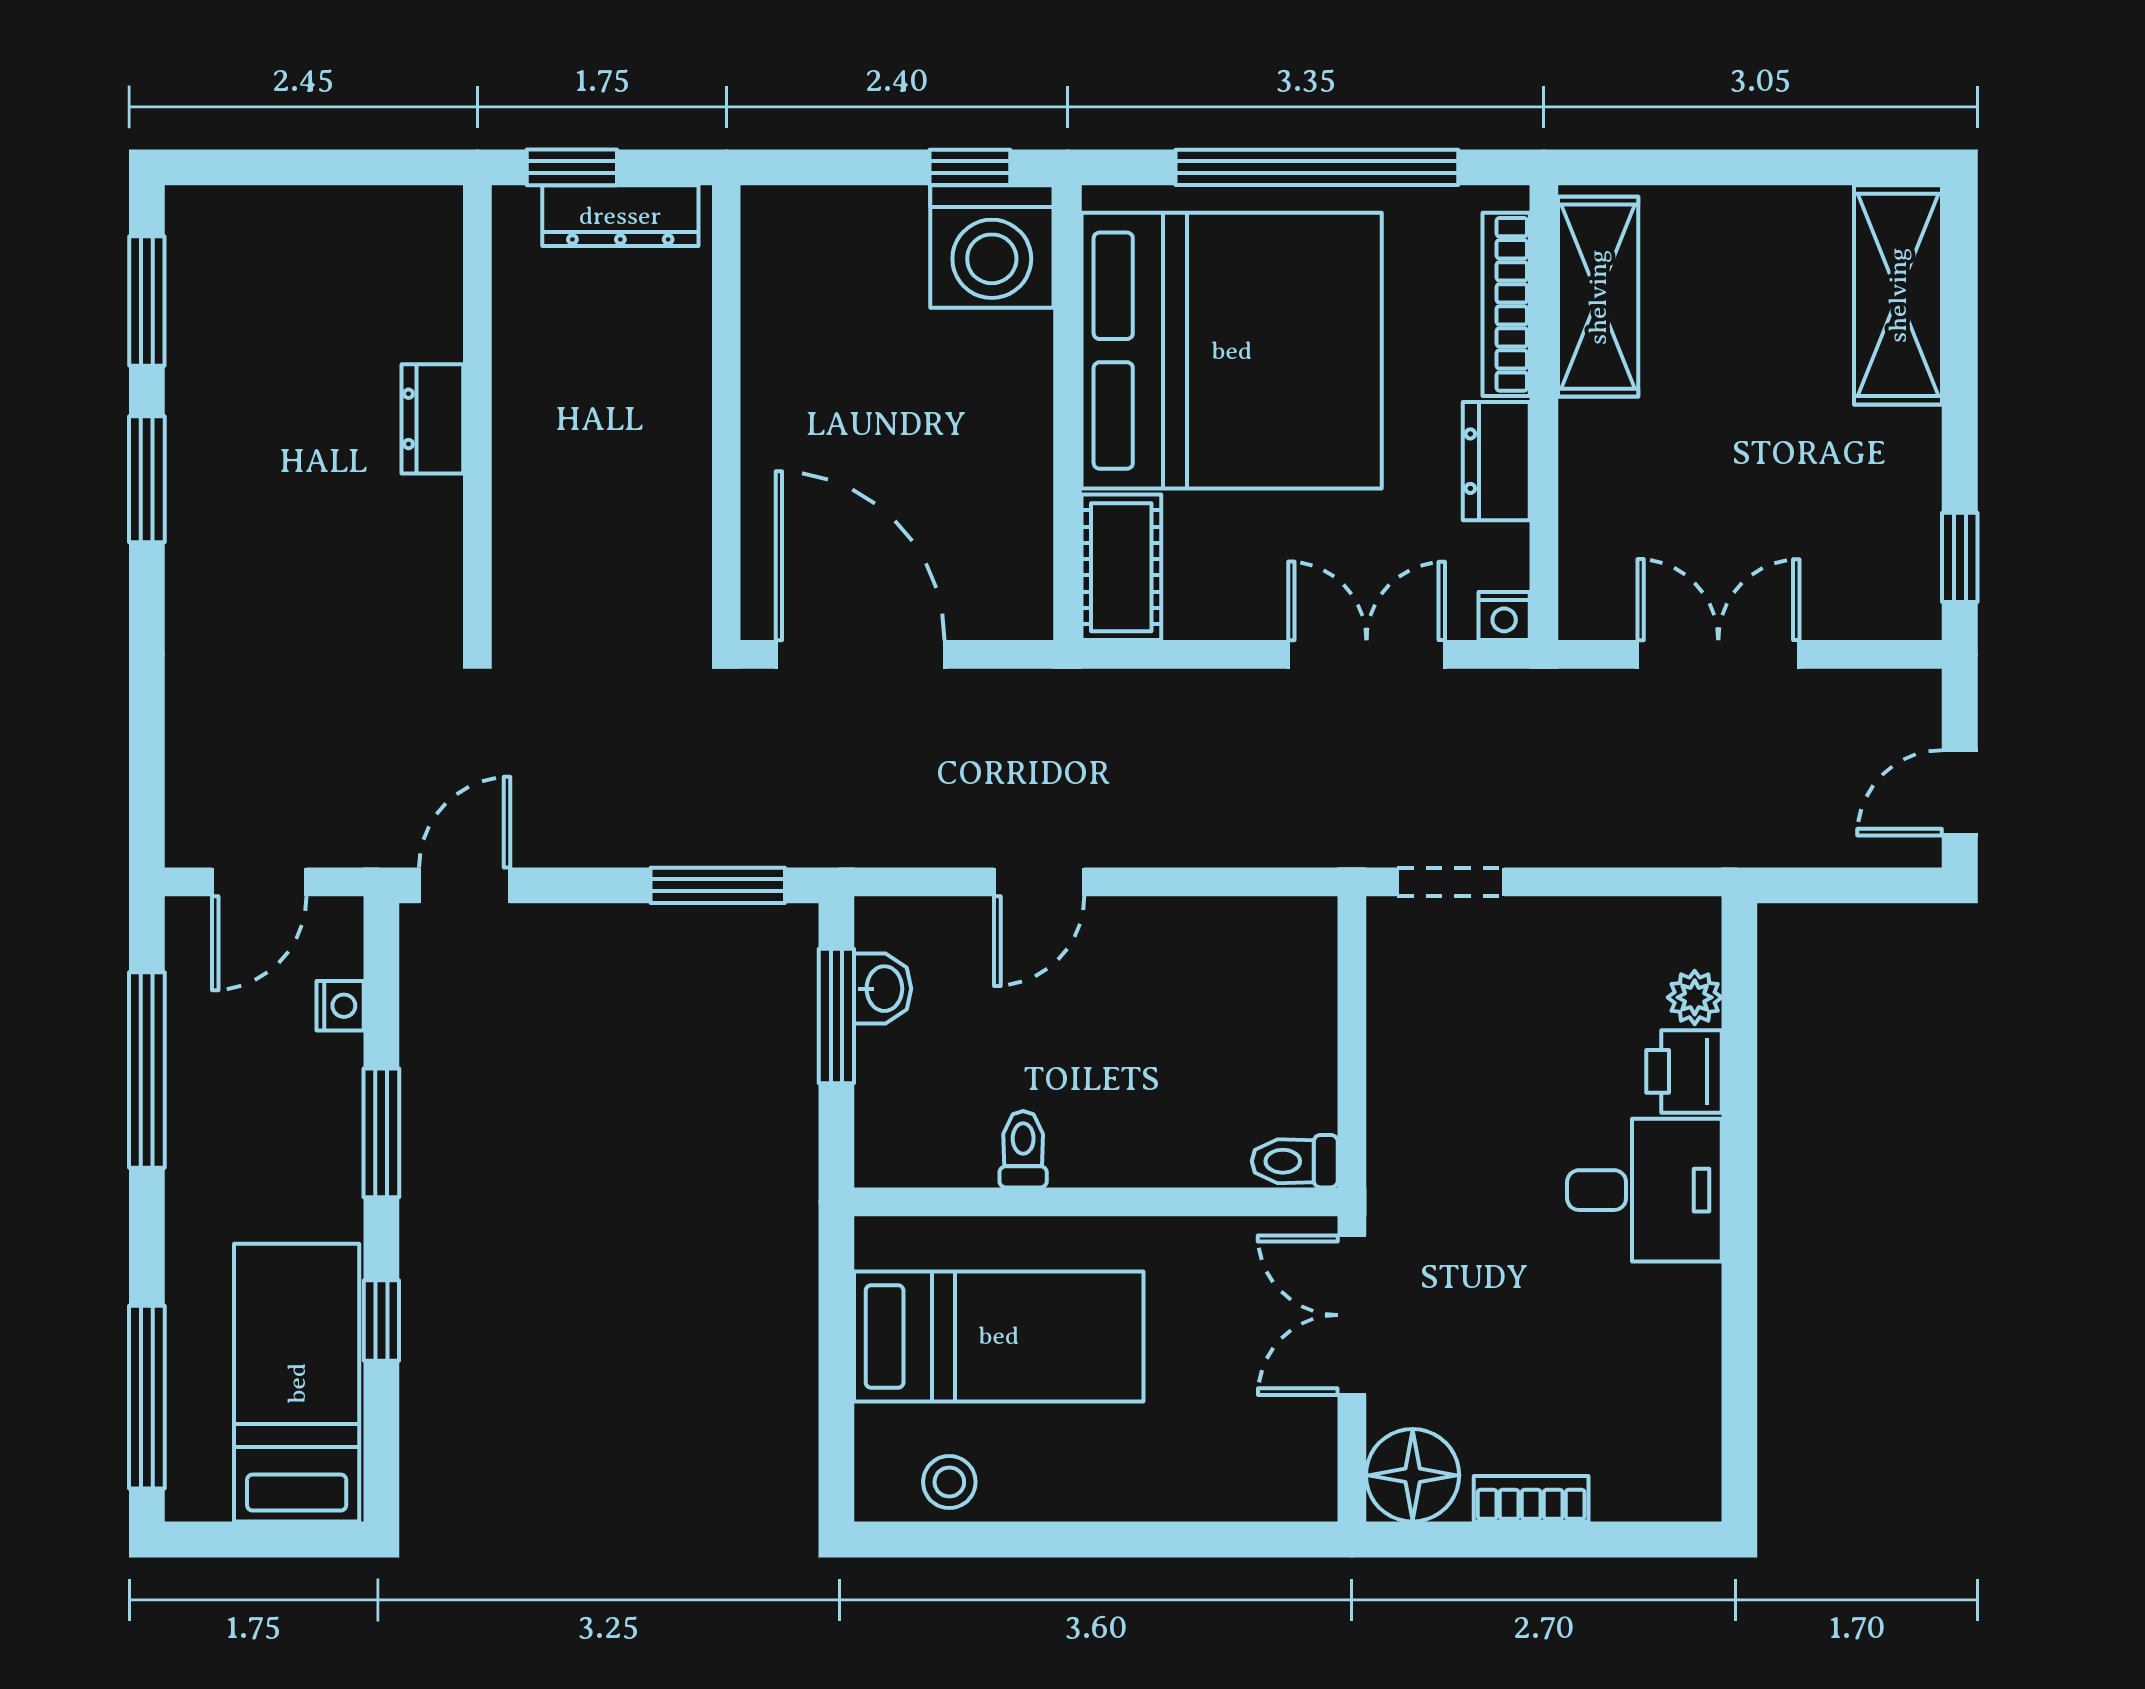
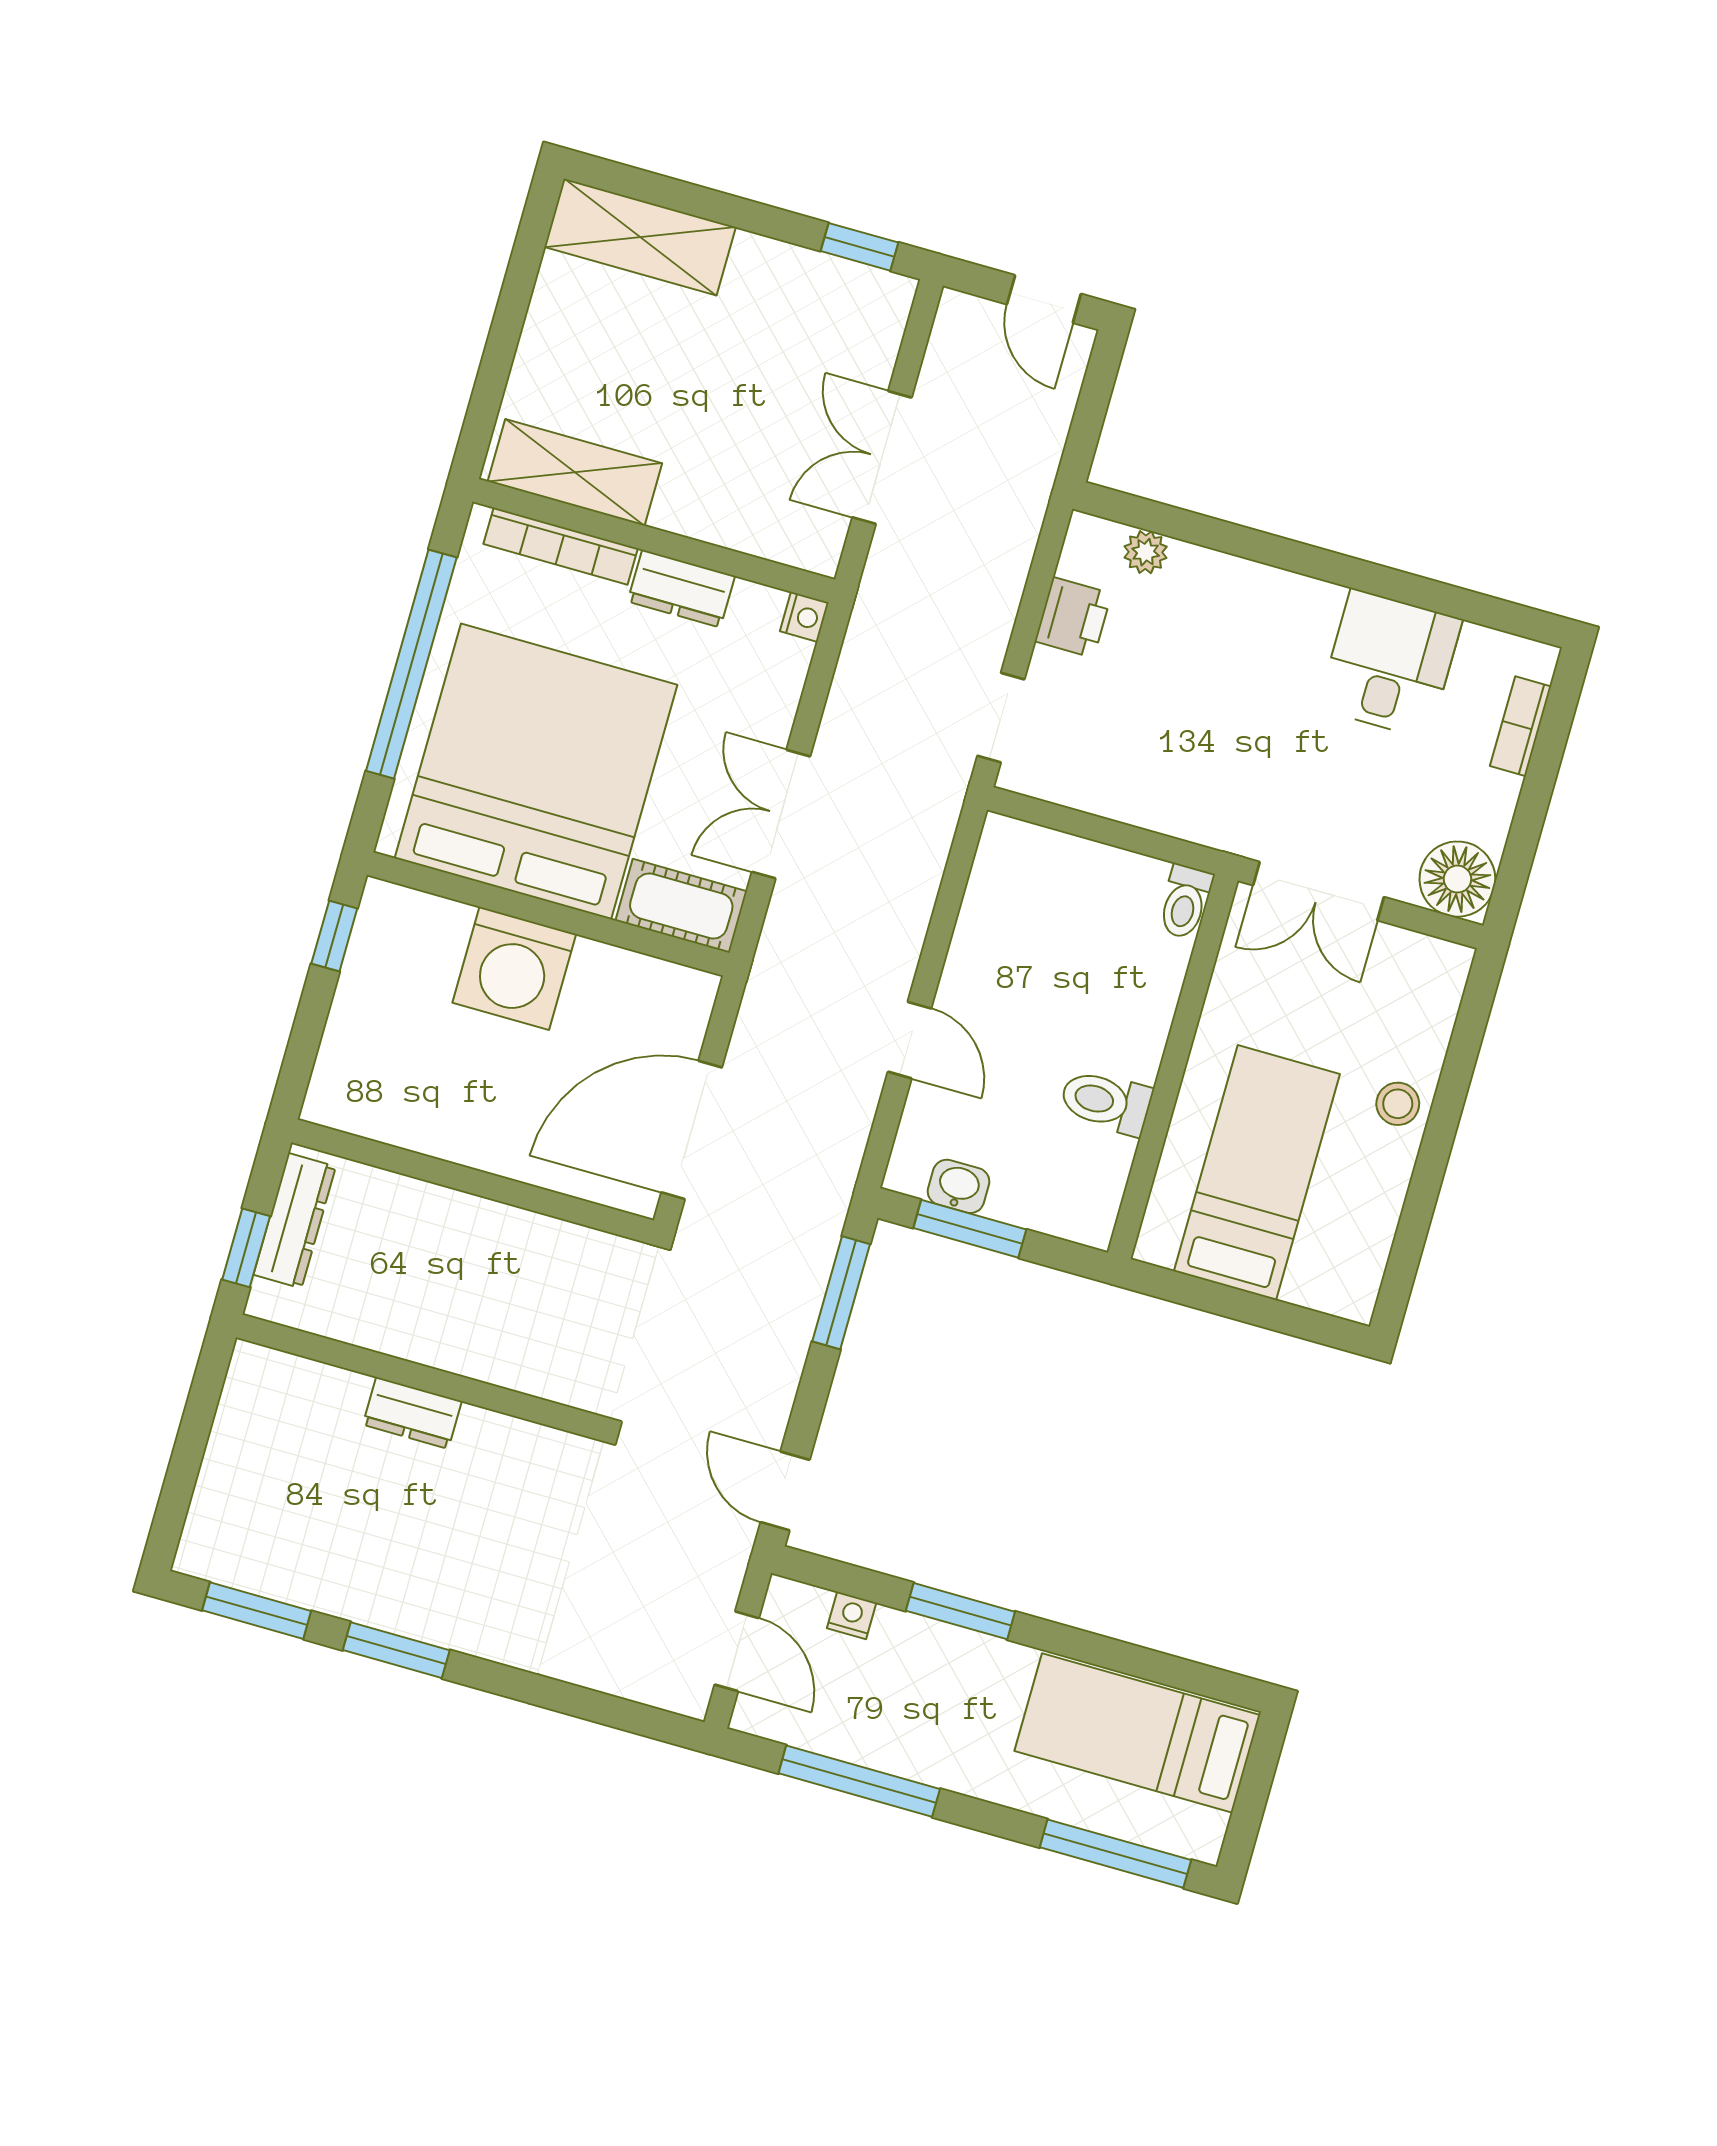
washing machine: (992, 247) -> (514, 968), moved, turned 90
double door: (1367, 654) -> (781, 814), moved
printer: (1684, 1071) -> (1073, 617), moved, turned -90
toilet: (1023, 1149) -> (1106, 1102), width x1.37, depth x1.39
desk: (1644, 1190) -> (1390, 664), moved
window: (381, 1321) -> (1107, 1653), removed
stool: (949, 1482) -> (1398, 1104), moved
bookcase: (1531, 1499) -> (1521, 726), moved

